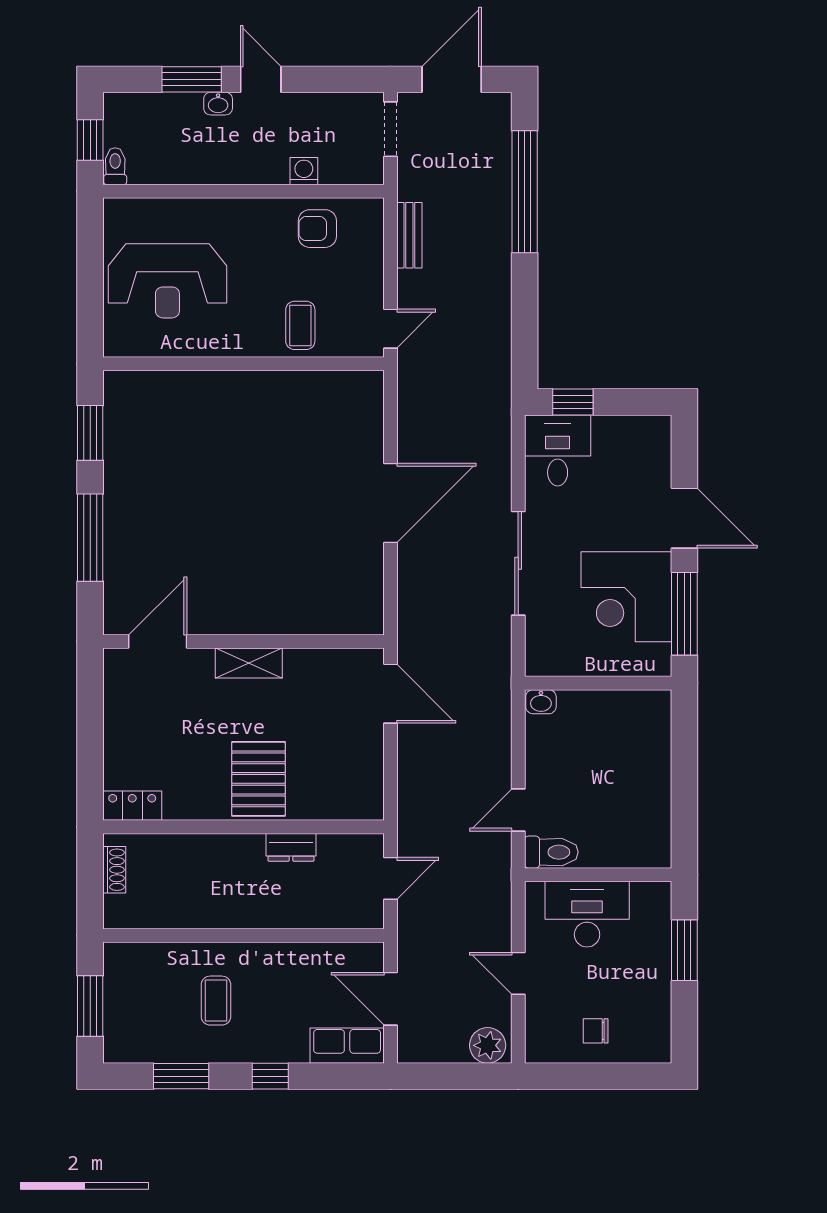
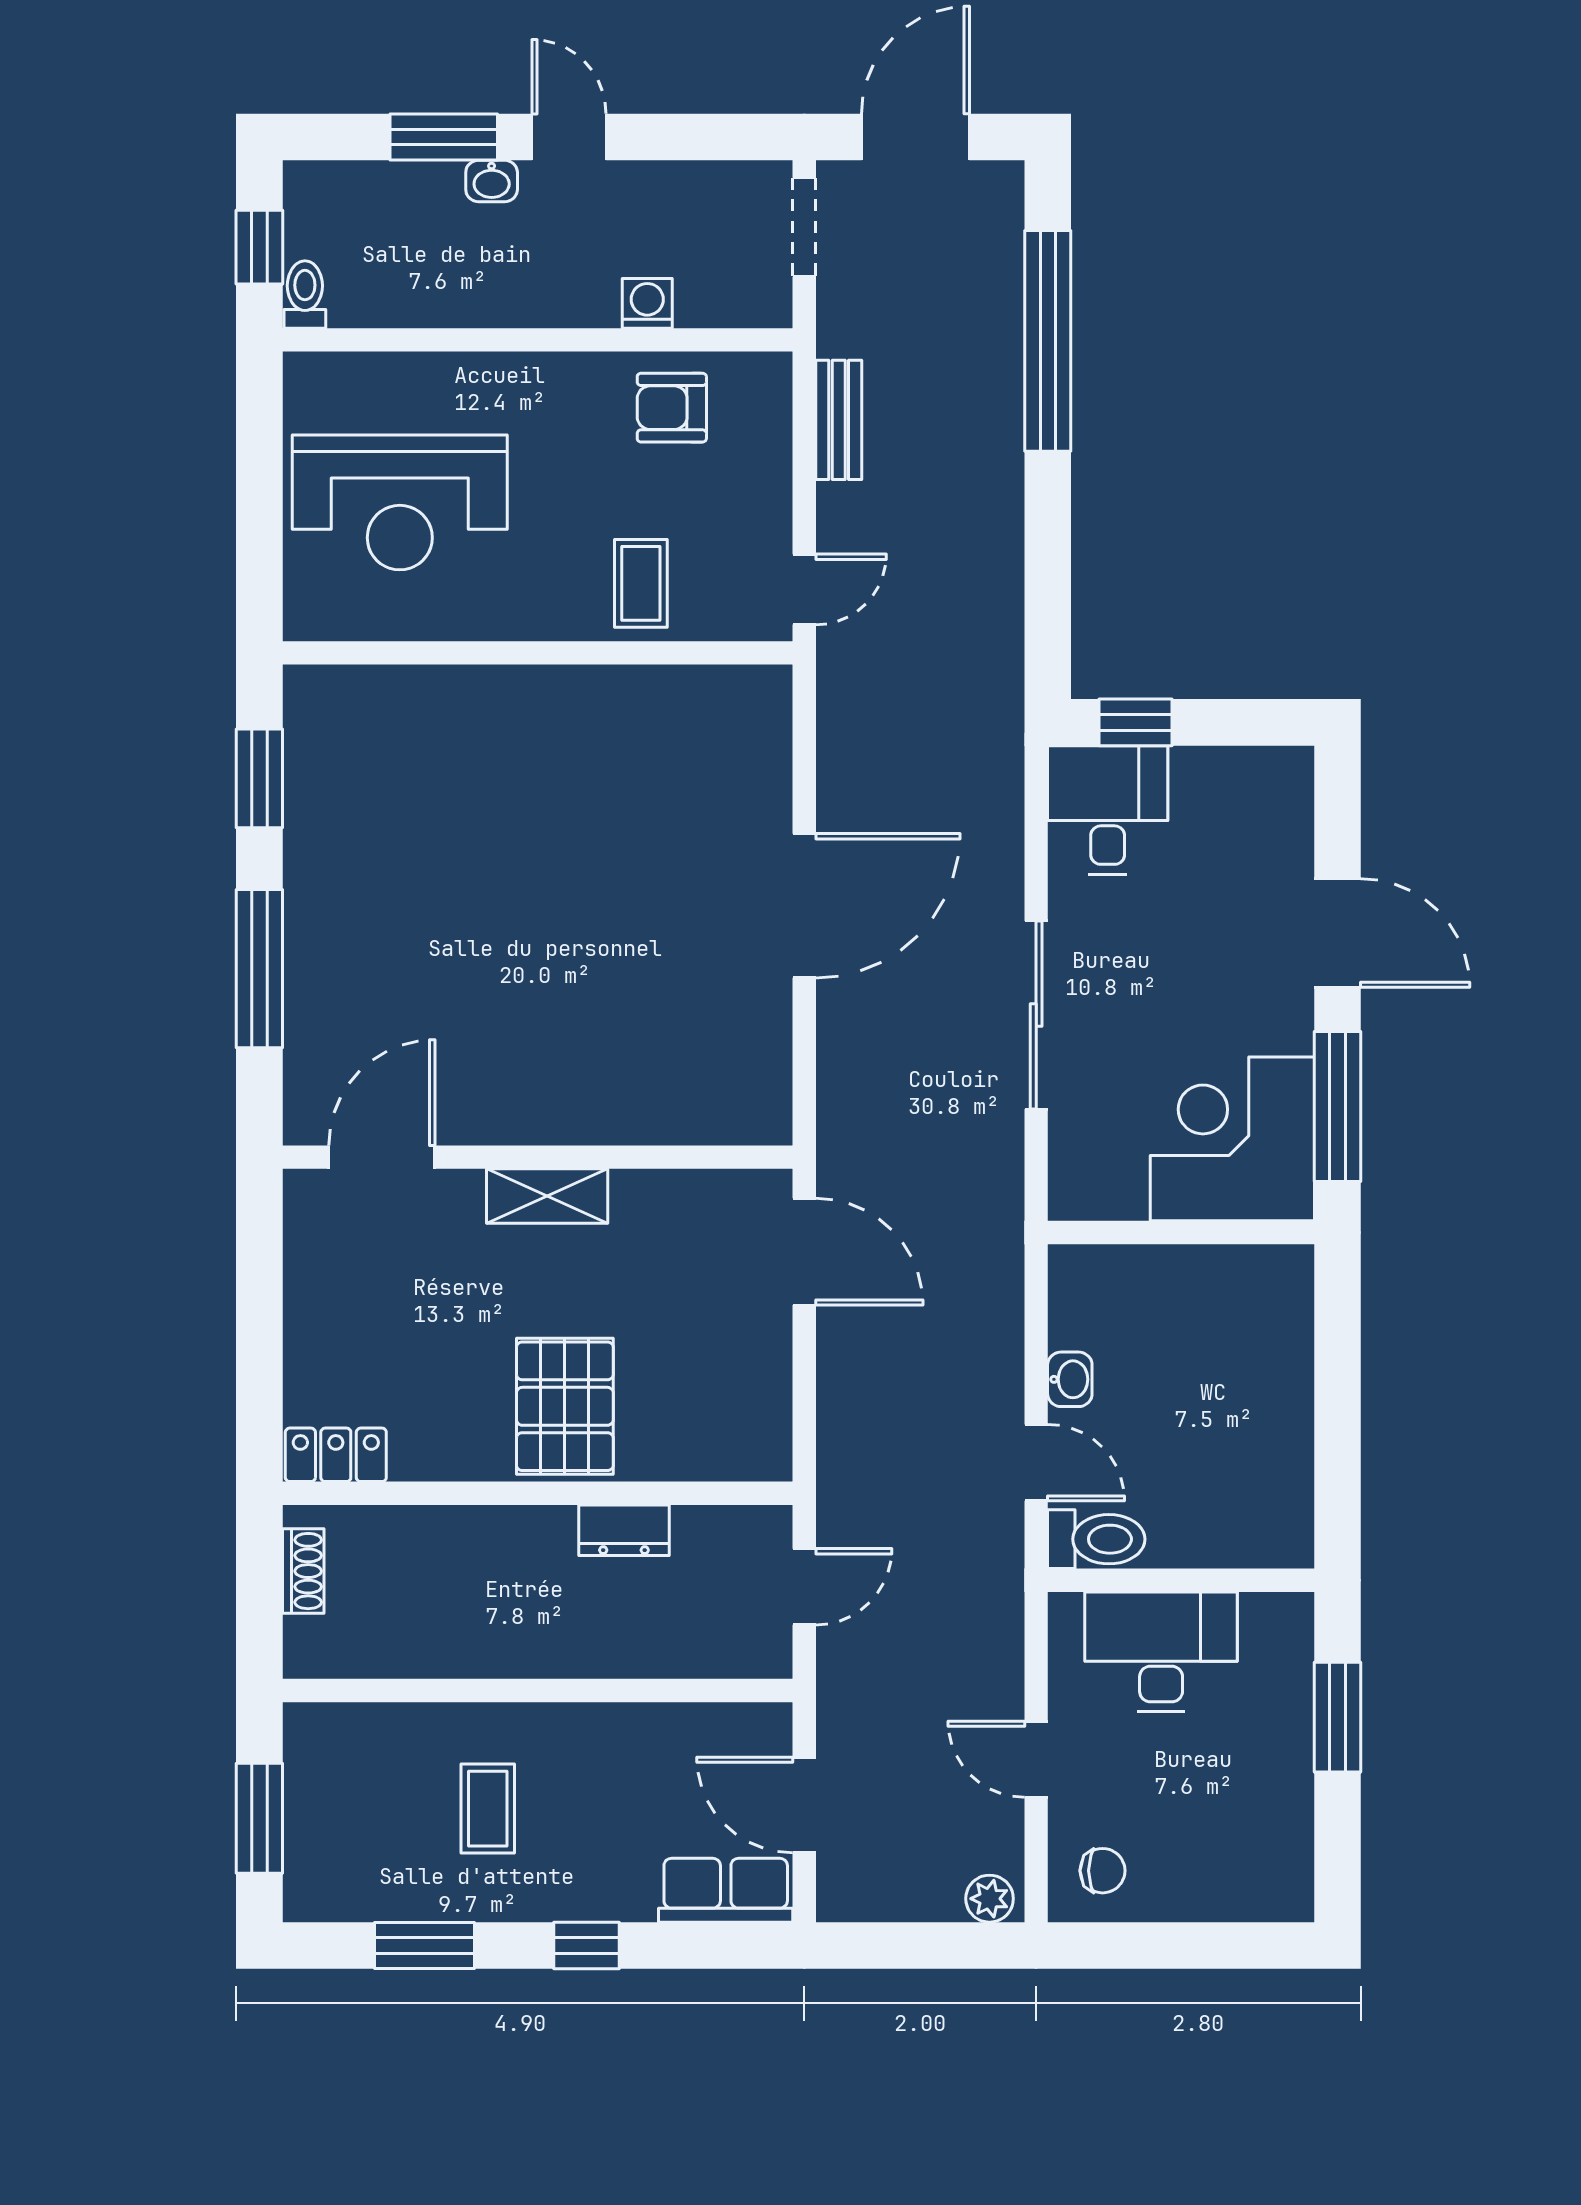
corner desk: (626, 597) -> (1232, 1139), moved, turned 90
washbasin: (541, 702) -> (1070, 1379), moved, turned -90
door: (518, 810) -> (1036, 1463), swing flipped
chair: (596, 1031) -> (1103, 1871), moved, turned 180
plant: (488, 1045) -> (990, 1899), width x0.73, depth x0.73

